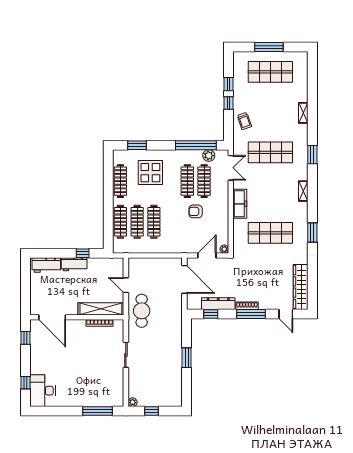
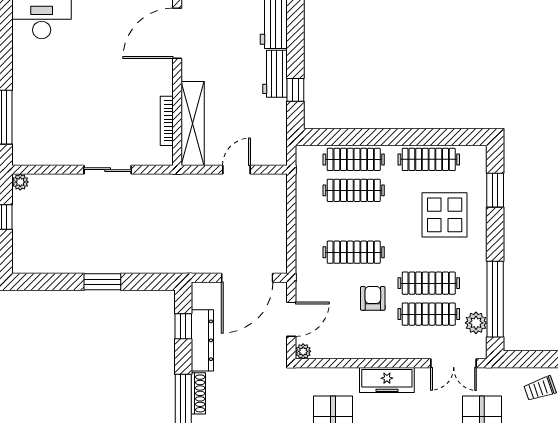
clothes rail: (154, 222) -> (354, 252), moved
door: (207, 256) -> (291, 319), hinge flipped
cafe table: (142, 311) -> (189, 199), removed

